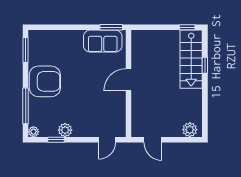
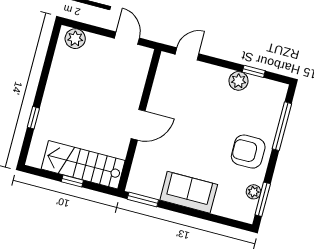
window: (187, 27) -> (72, 181), moved
sofa: (103, 41) -> (189, 192), moved
stairs: (191, 59) -> (83, 165), moved, turned -90
armchair: (45, 81) -> (248, 152), width x0.73, depth x0.73
plant: (33, 132) -> (254, 192), moved

